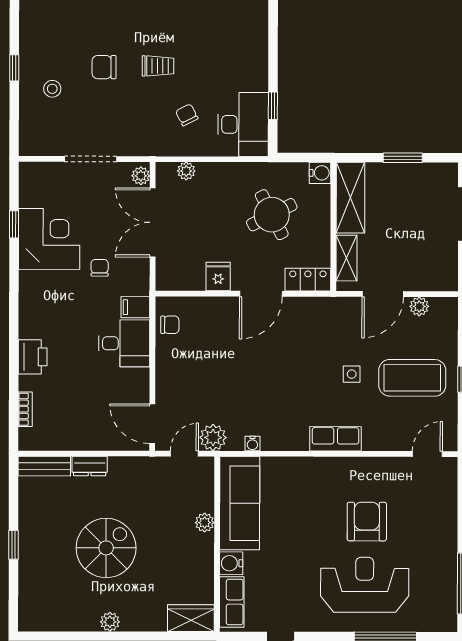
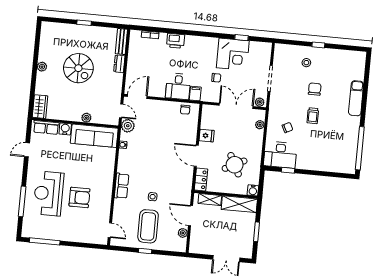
reception desk: (365, 585) -> (48, 194), turned 180

